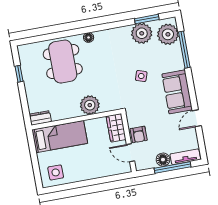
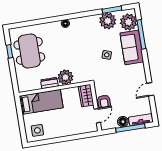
dining table: (63, 62) -> (29, 51), moved
sofa: (177, 92) -> (132, 47), moved
dresser: (40, 118) -> (49, 83), moved
door: (131, 153) -> (97, 116), swing flipped

